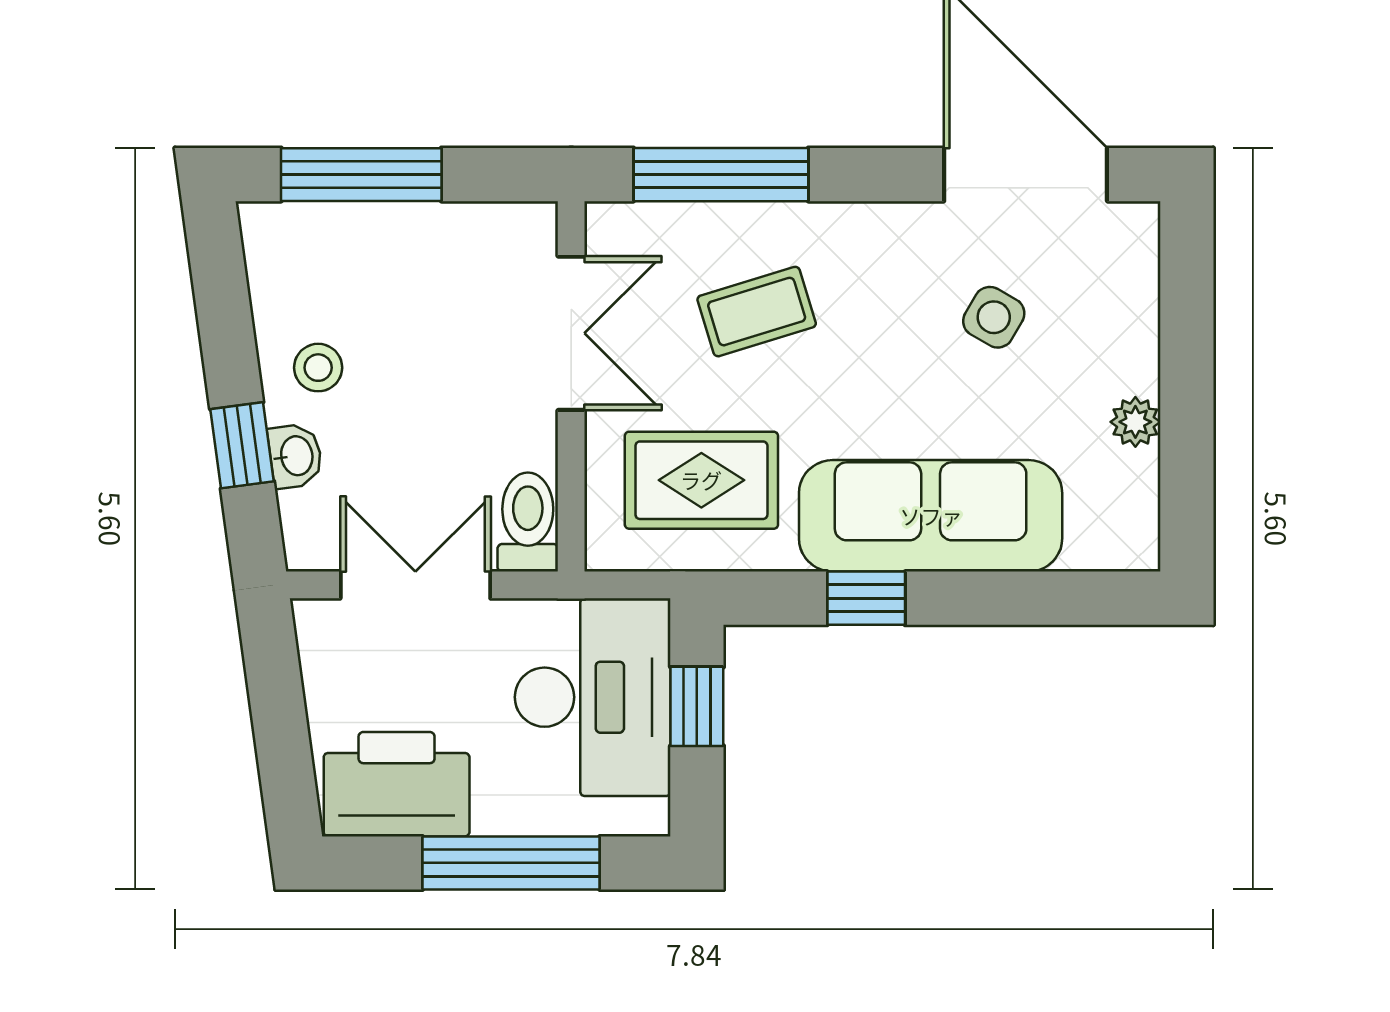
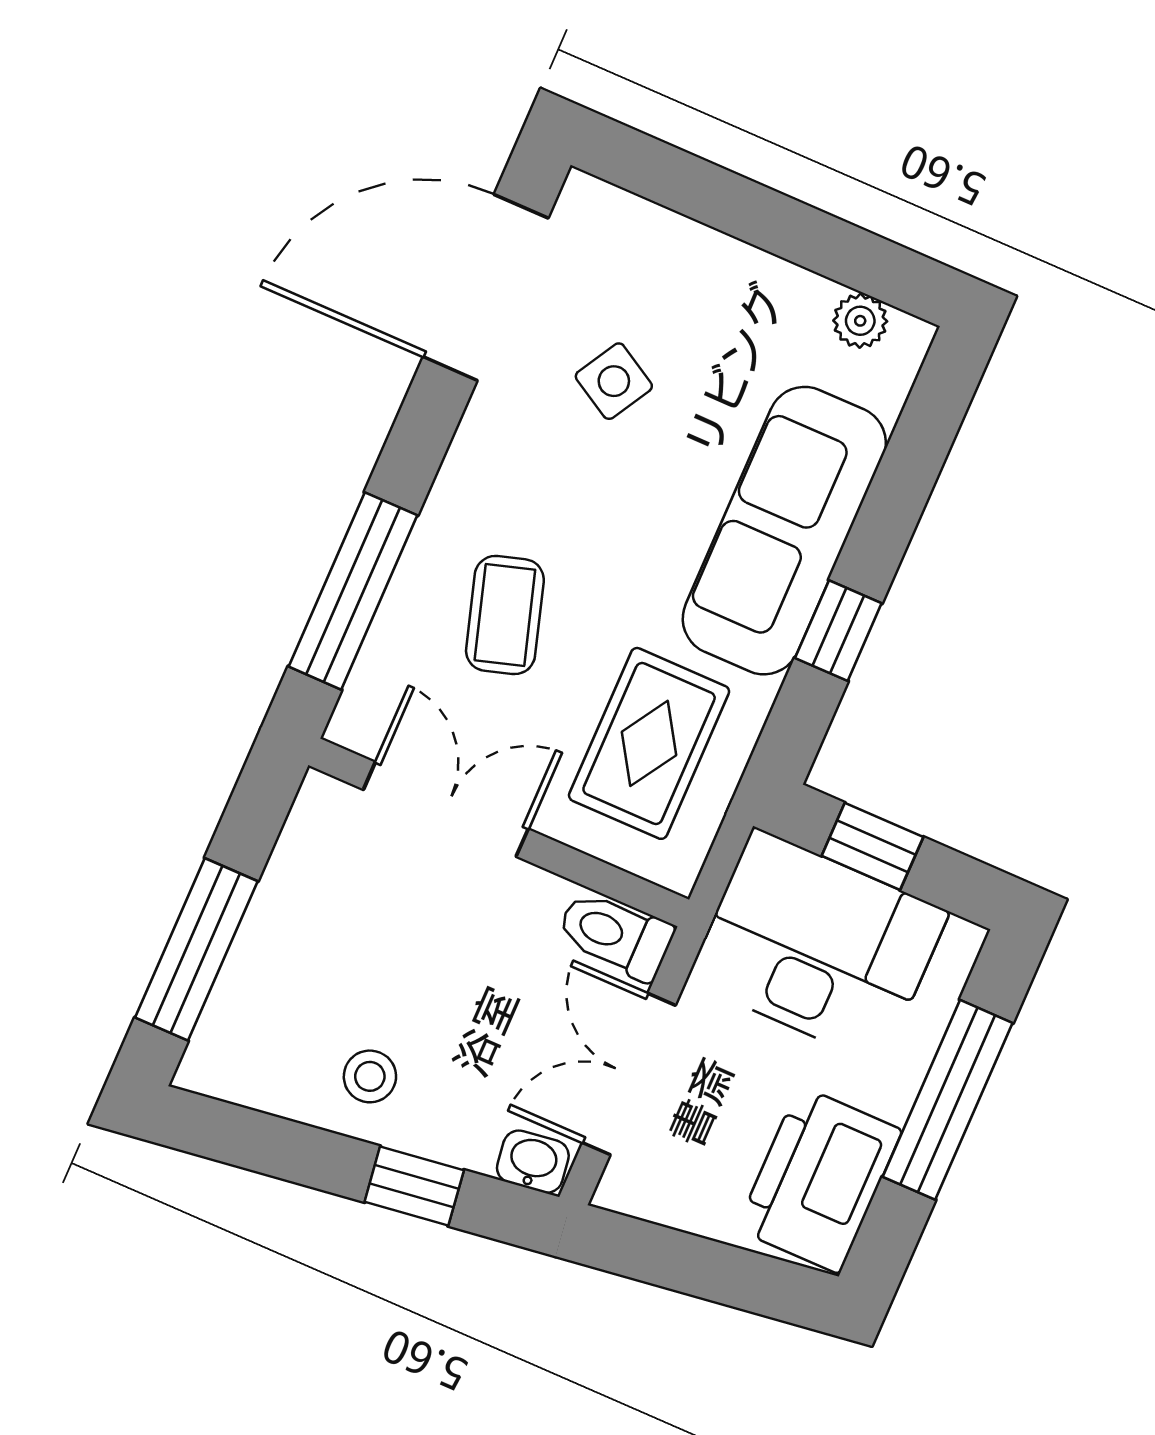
plant: (1135, 422) -> (860, 321), moved
washbasin: (295, 456) -> (533, 1162), moved

